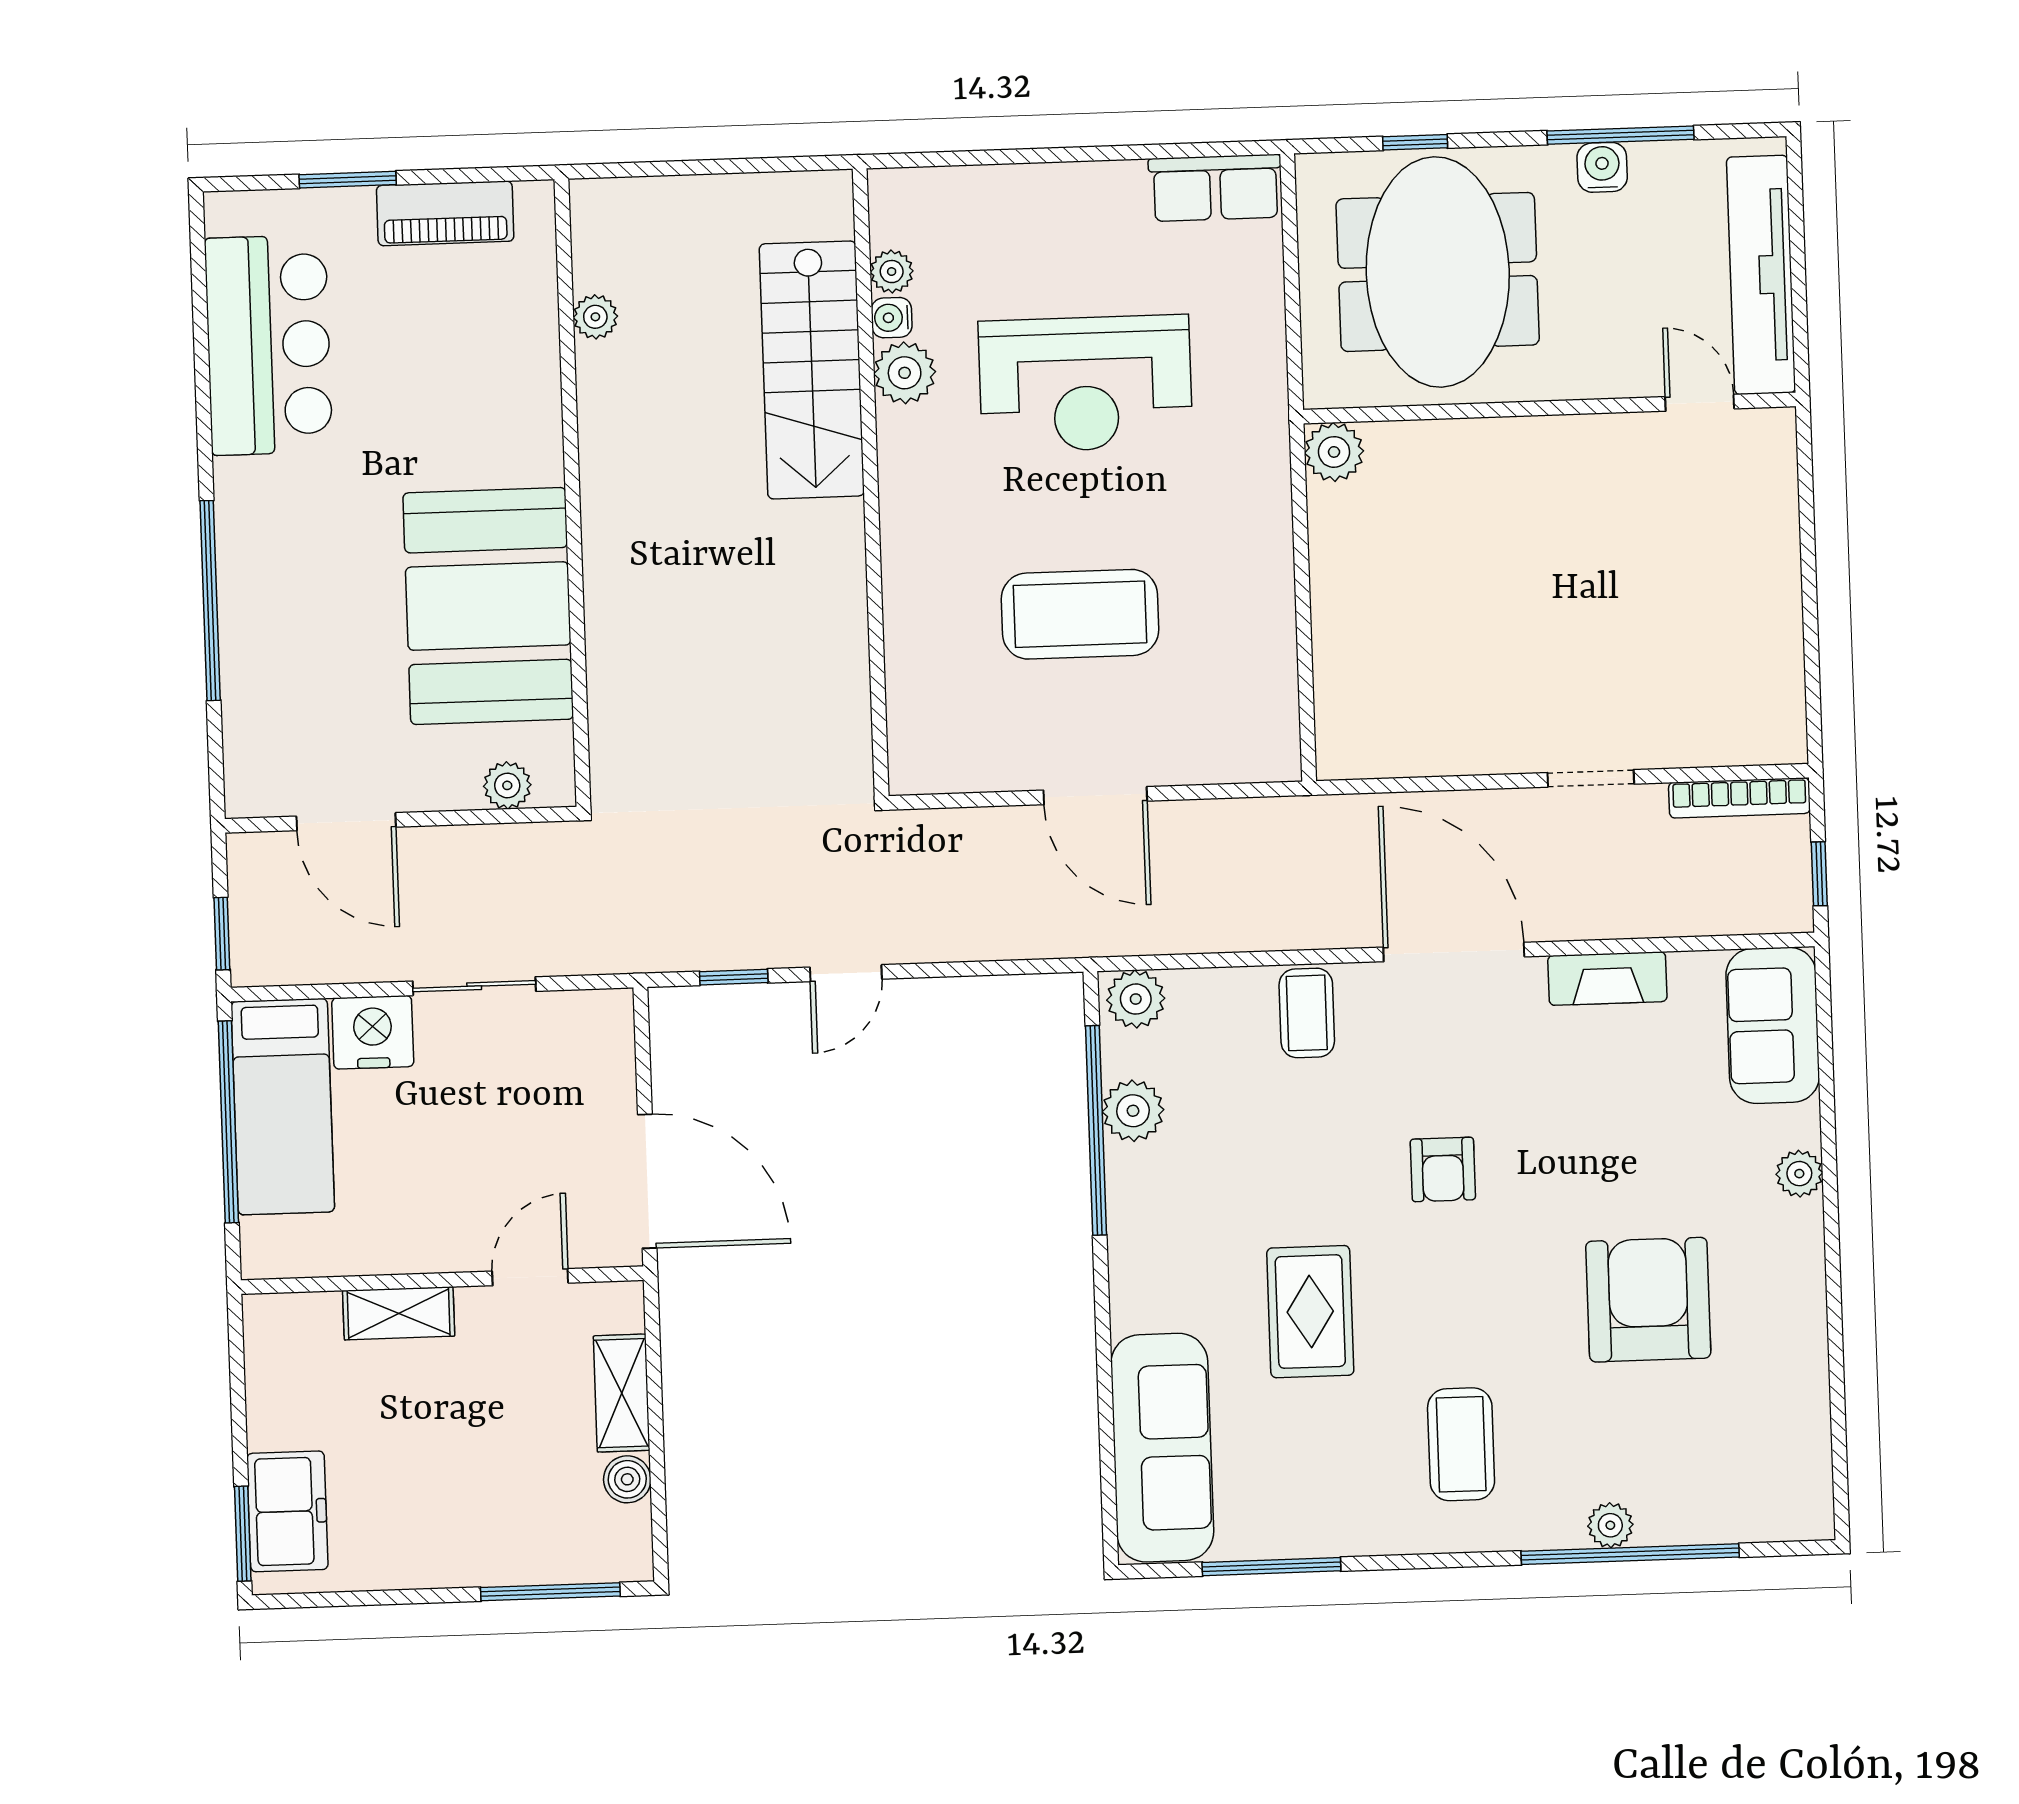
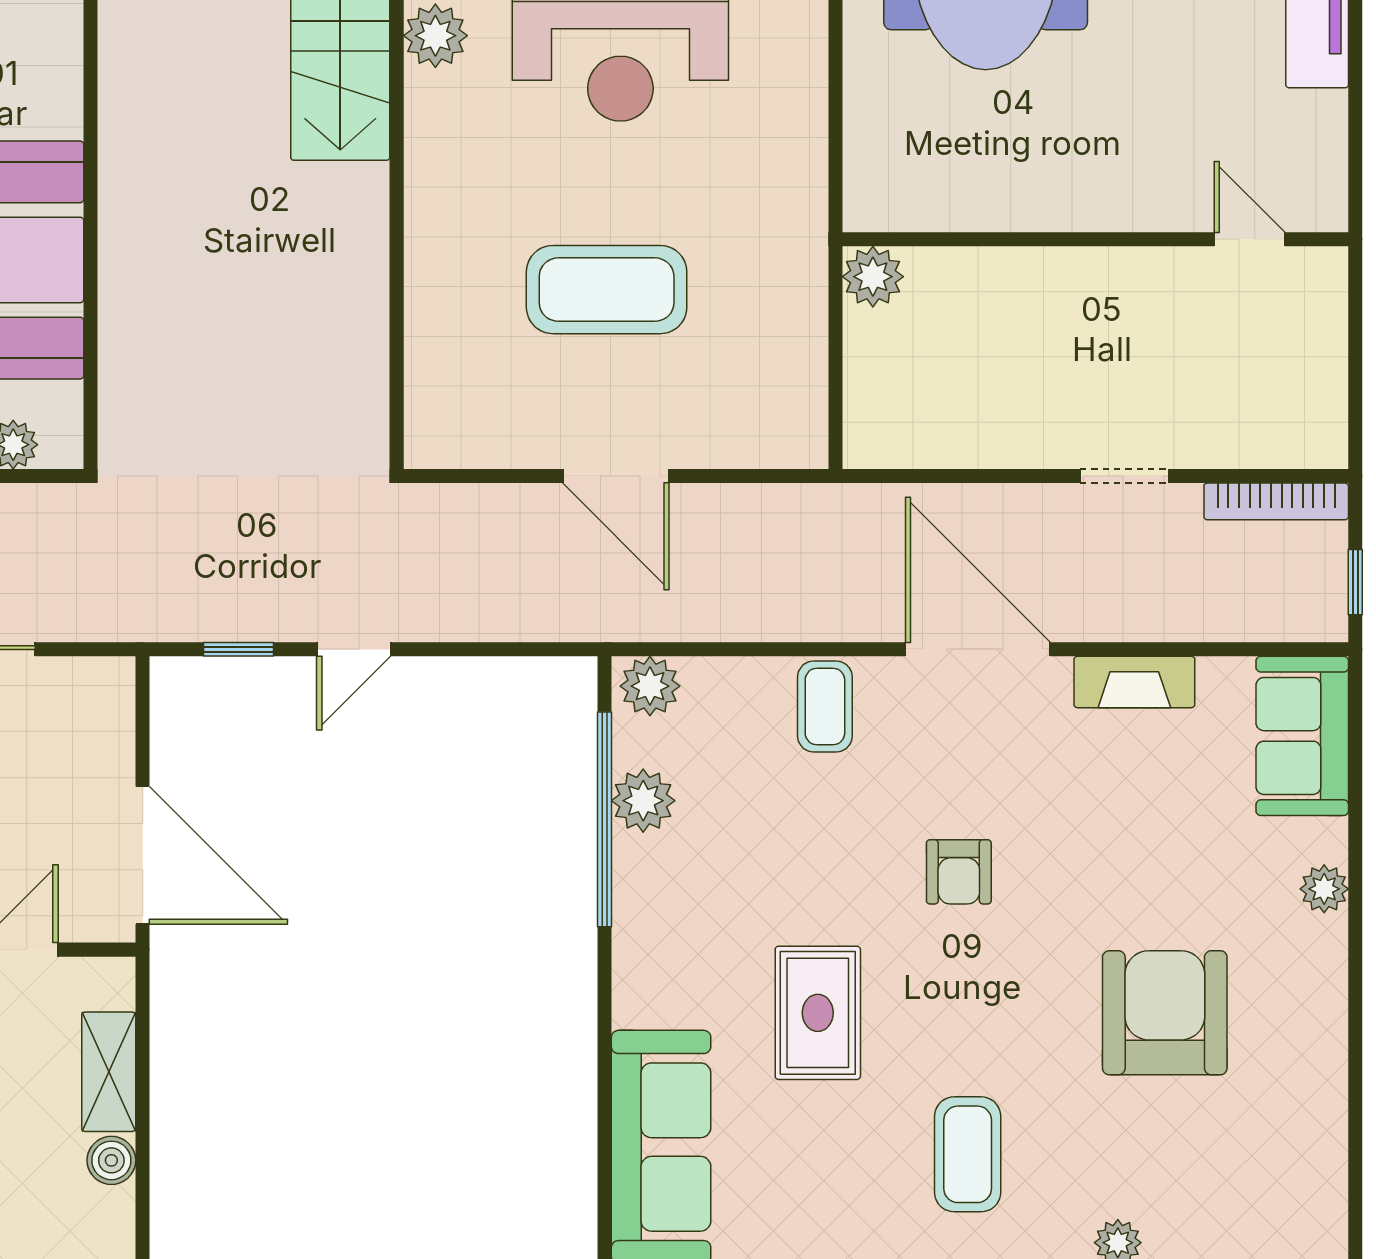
door: (1700, 403) -> (1250, 239), moved
wall: (1549, 408) -> (1095, 239), moved
plant: (1334, 452) -> (873, 277), moved

